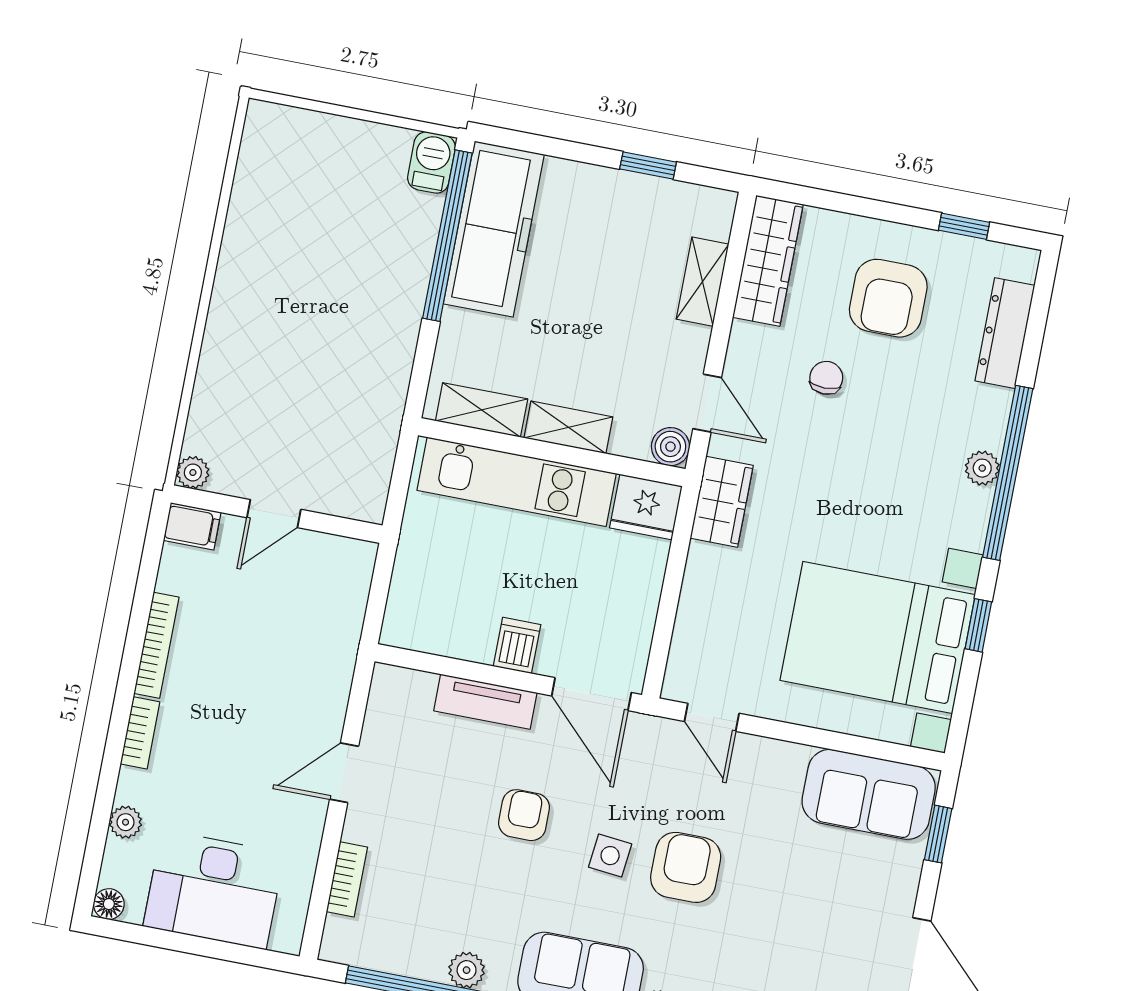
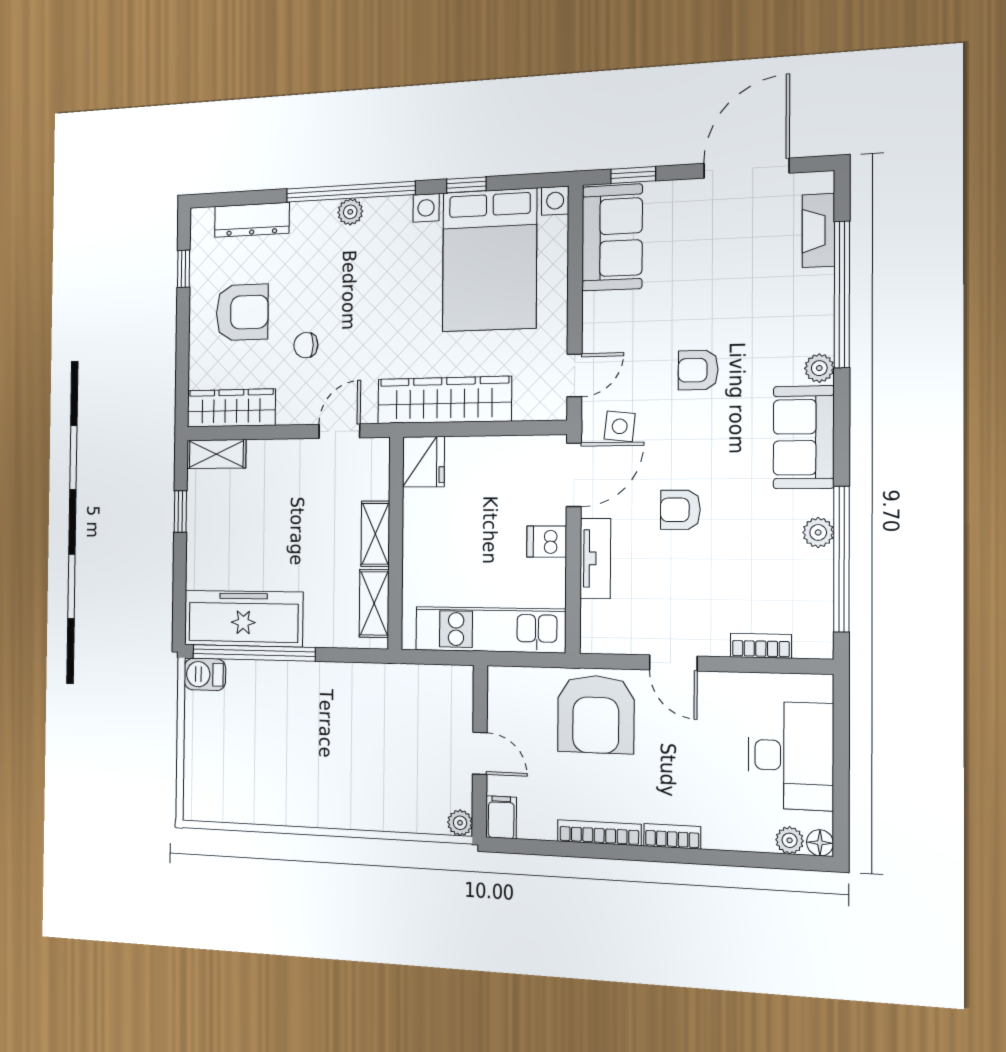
shelving: (702, 282) -> (216, 454), moved
boiler: (670, 447) -> (376, 452), removed
kitchen unit: (517, 482) -> (490, 630), moved, turned -90
wardrobe: (722, 502) -> (444, 400), width x2.10, depth x1.17
armchair: (298, 667) -> (596, 714), added
plant: (126, 822) -> (790, 840), moved
side table: (610, 856) -> (620, 426), moved
armchair: (686, 867) -> (698, 370), width x0.72, depth x0.72

